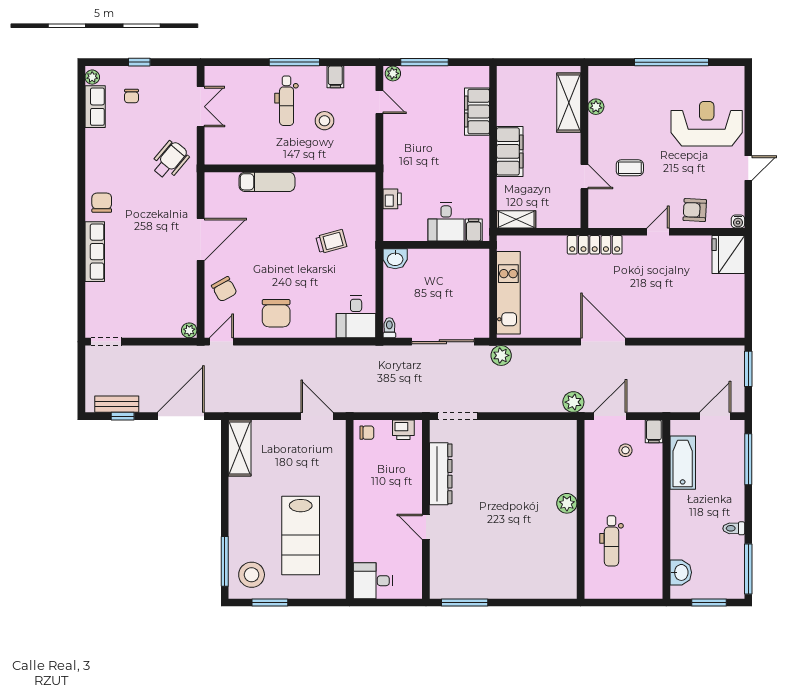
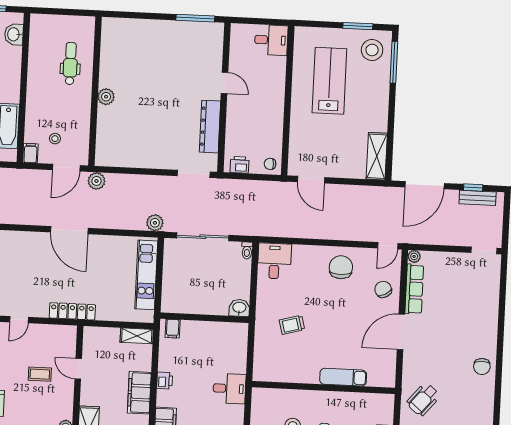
printer: (392, 199) -> (165, 381), moved, turned 180
desk: (446, 222) -> (229, 389), moved, turned 90
row of seats: (95, 252) -> (414, 289), moved, turned 180

